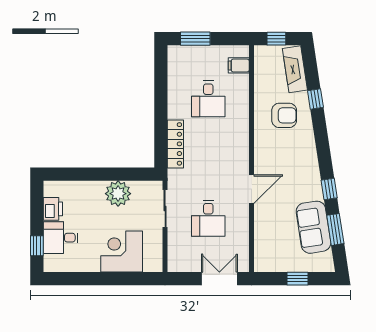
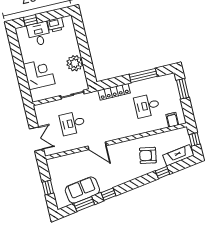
window: (161, 94) -> (143, 75), added
armchair: (284, 115) -> (148, 155), turned 100

